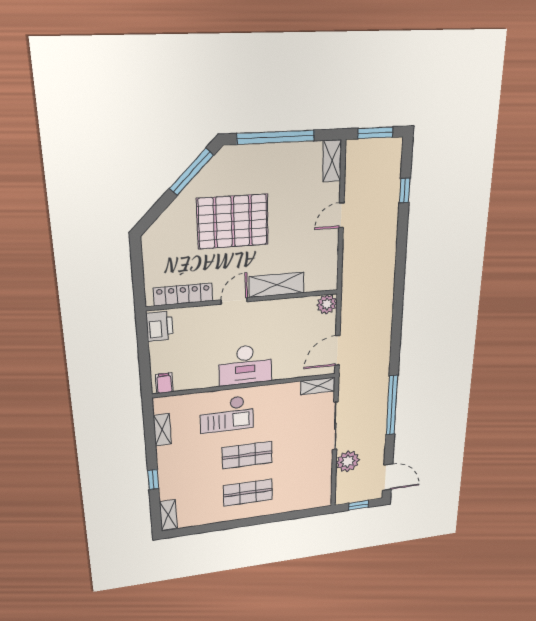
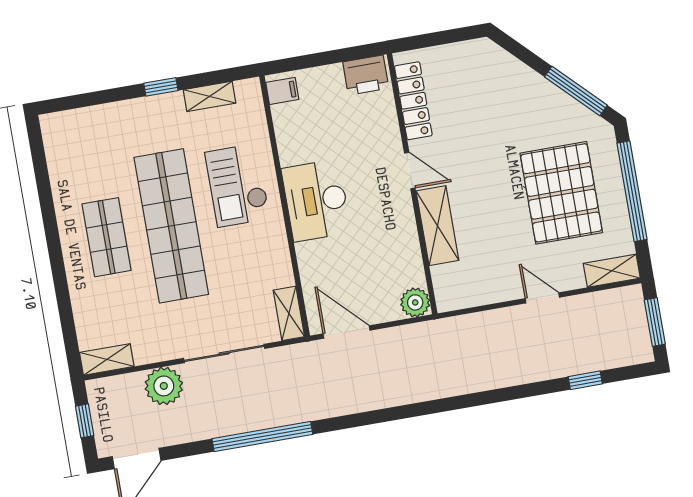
pallet: (233, 222) -> (561, 193), moved
shop shelf: (247, 455) -> (171, 226), width x2.00, depth x1.36
window: (153, 480) -> (161, 87), moved
shelving: (168, 515) -> (107, 359), moved

